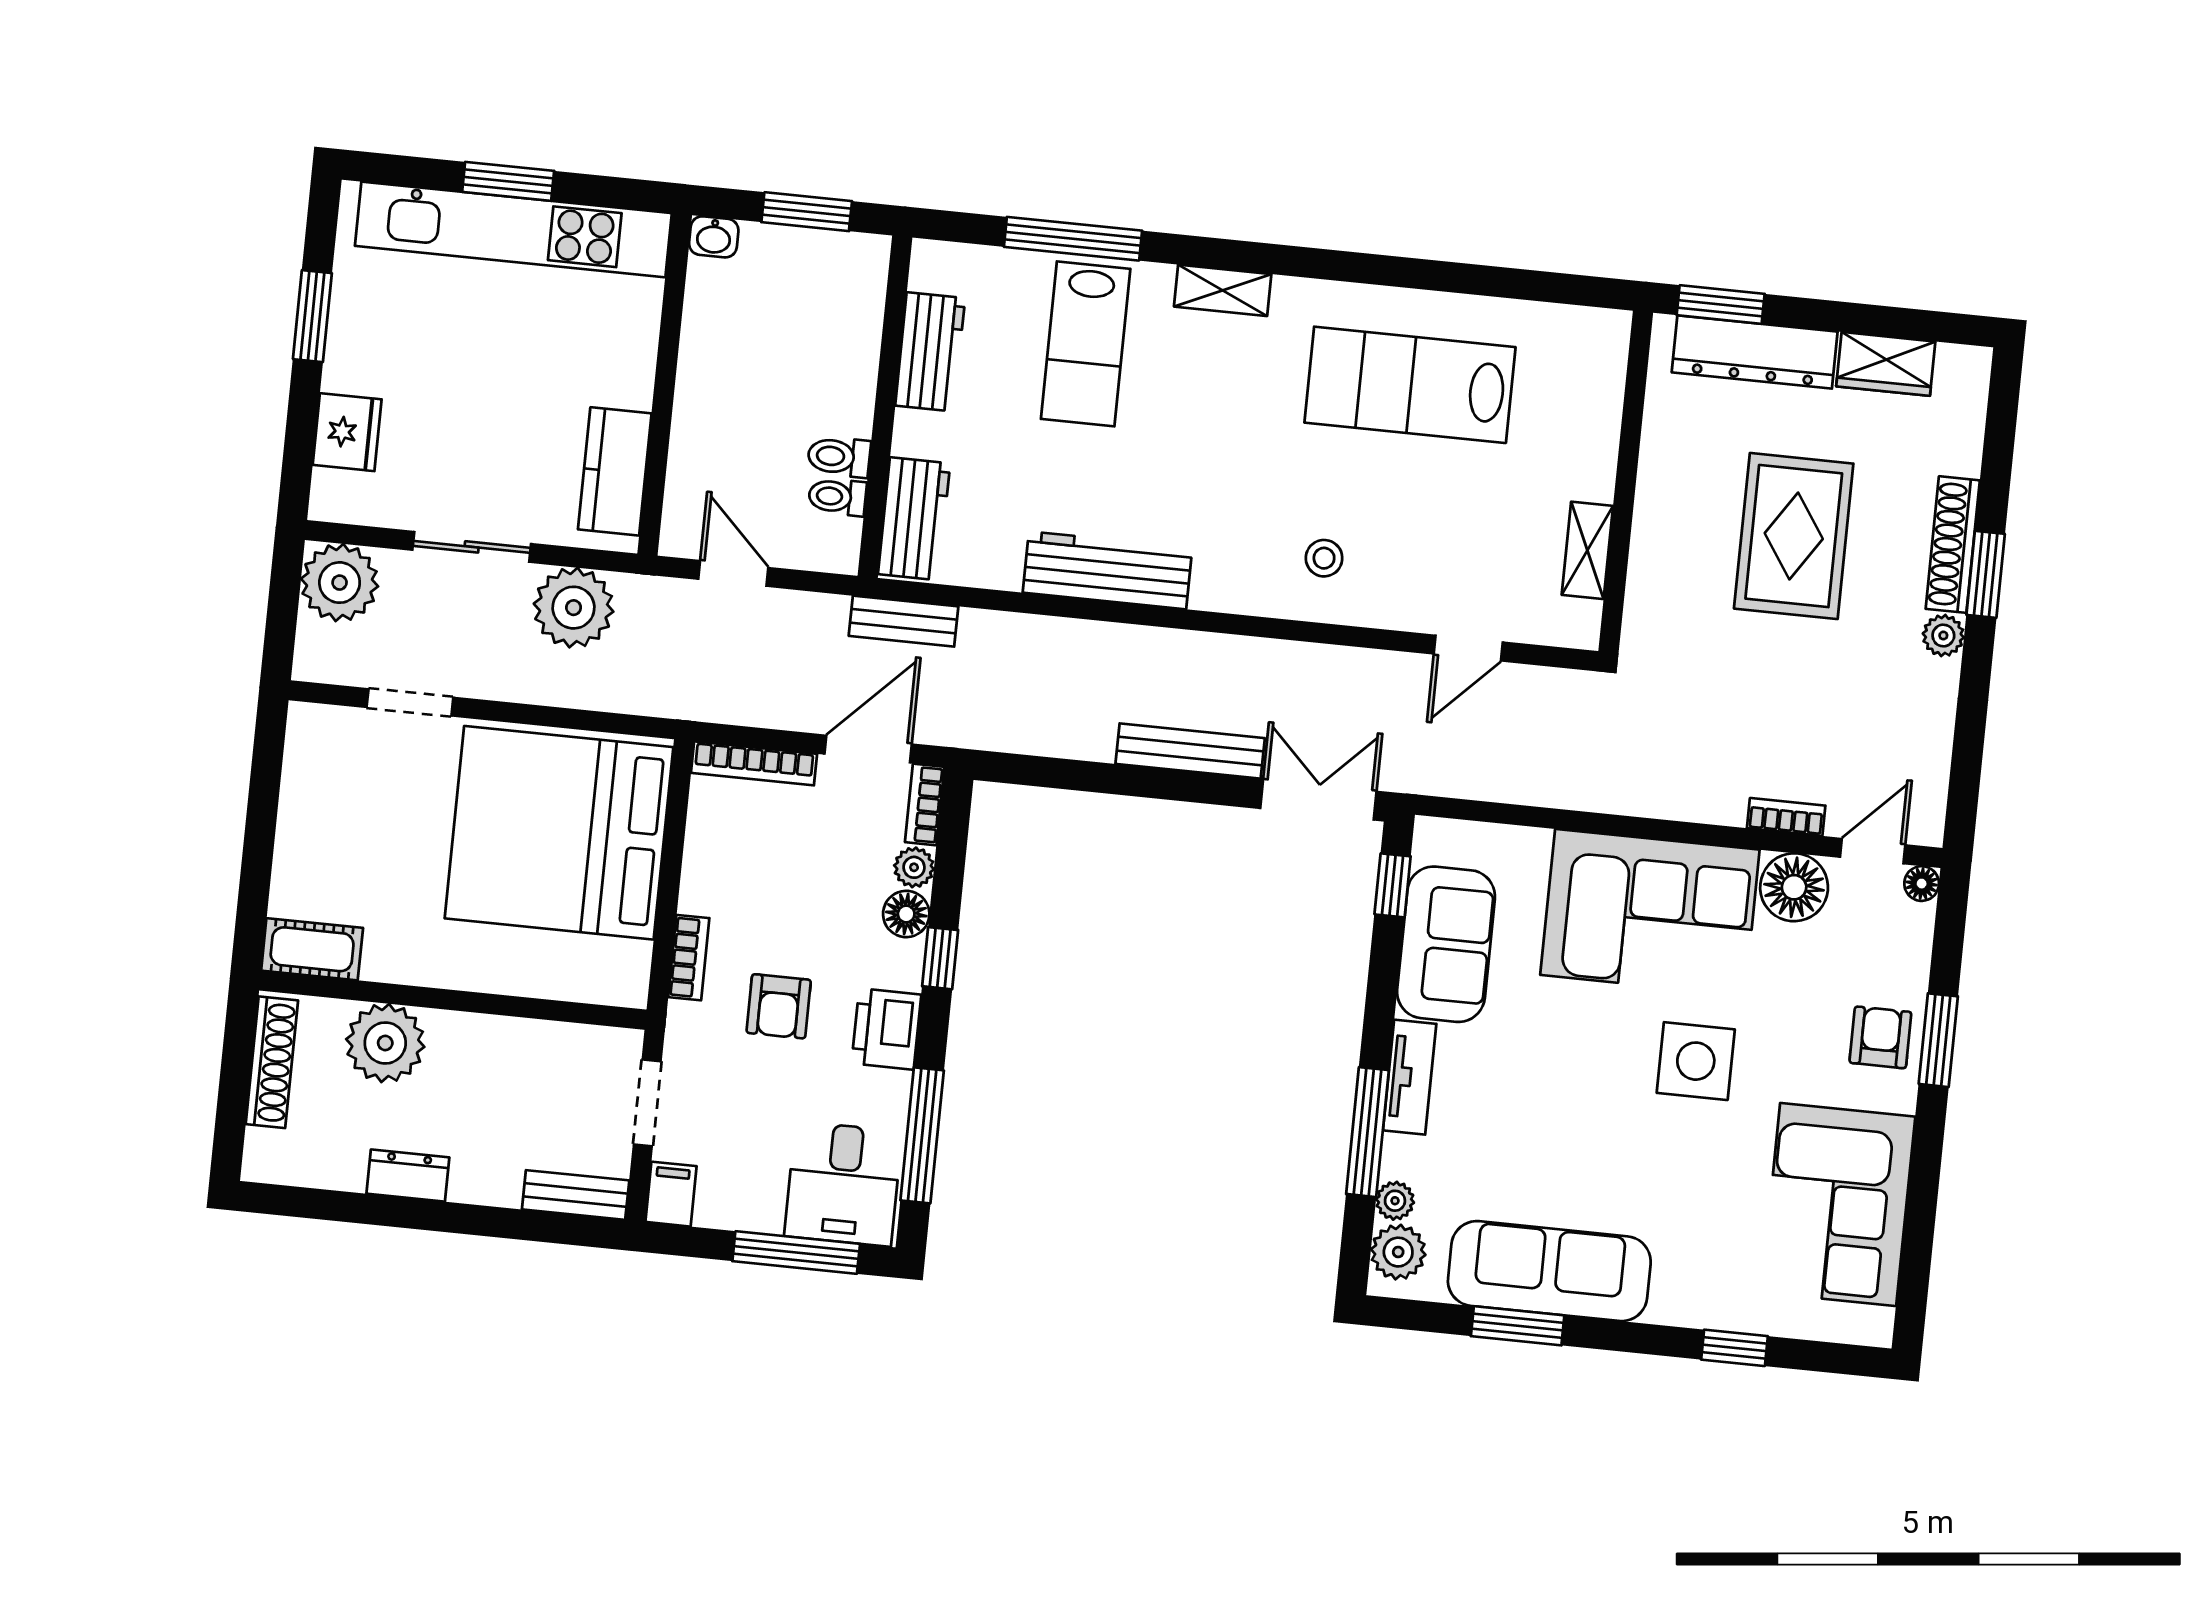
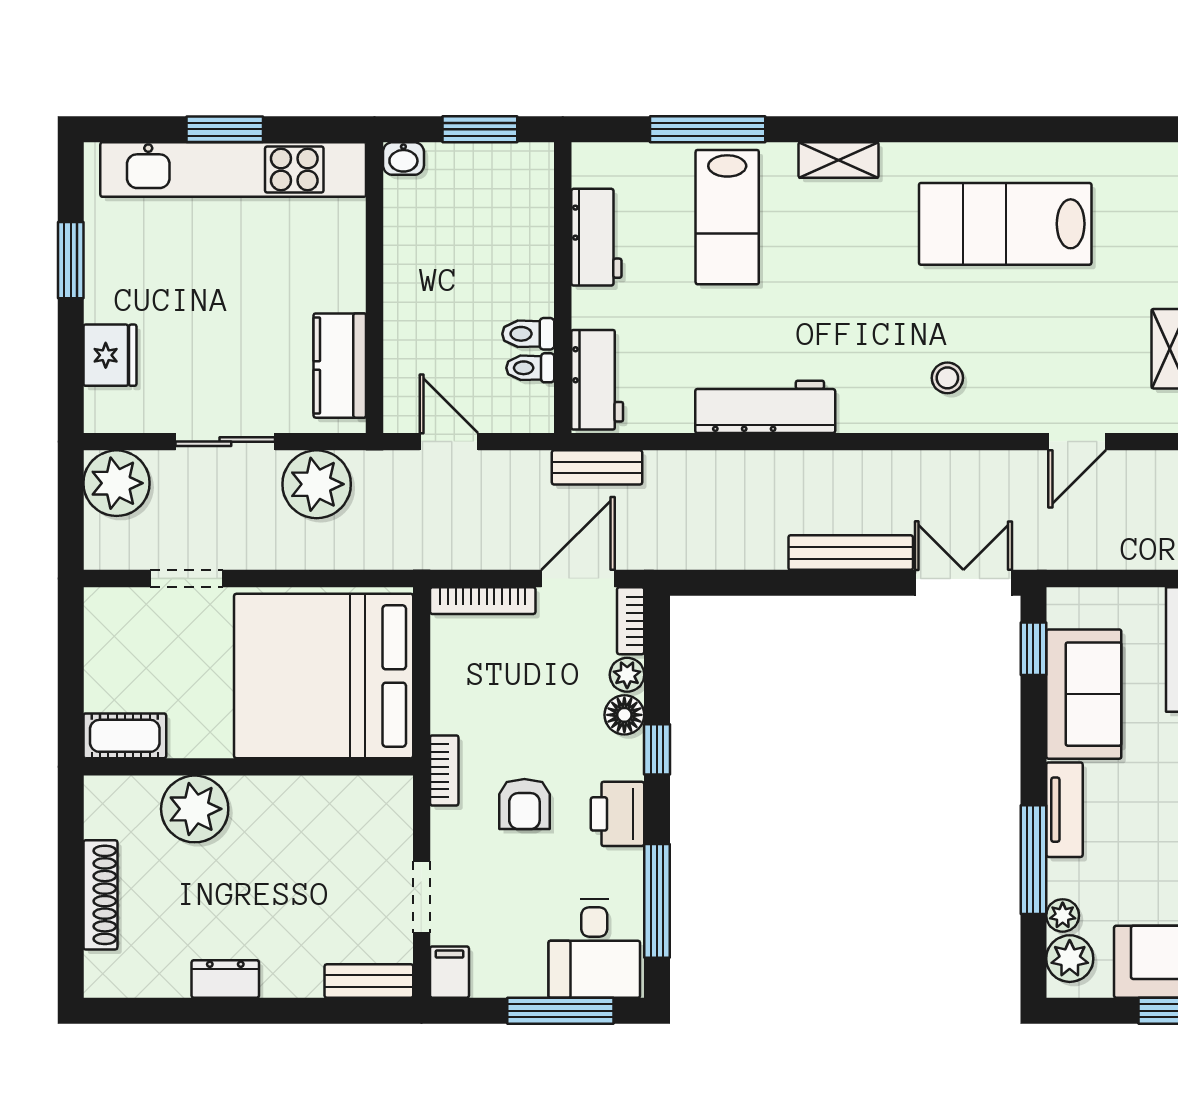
cot: (312, 949) -> (125, 736), moved
wall: (453, 1000) -> (248, 767), moved
plant: (385, 1043) -> (195, 809), moved

